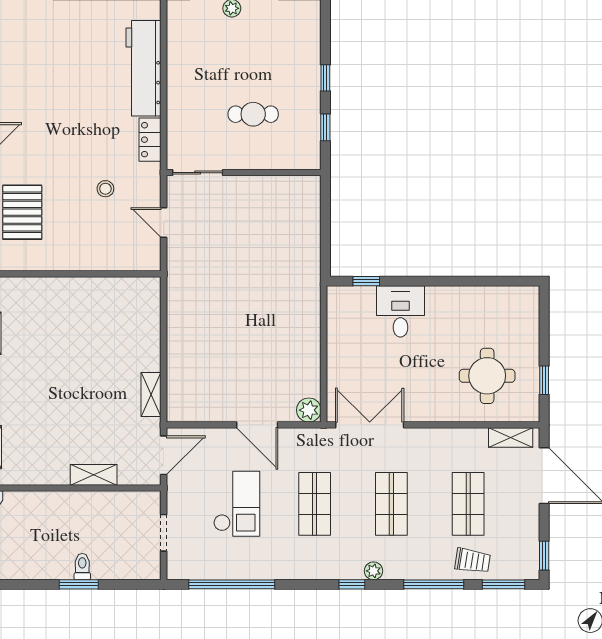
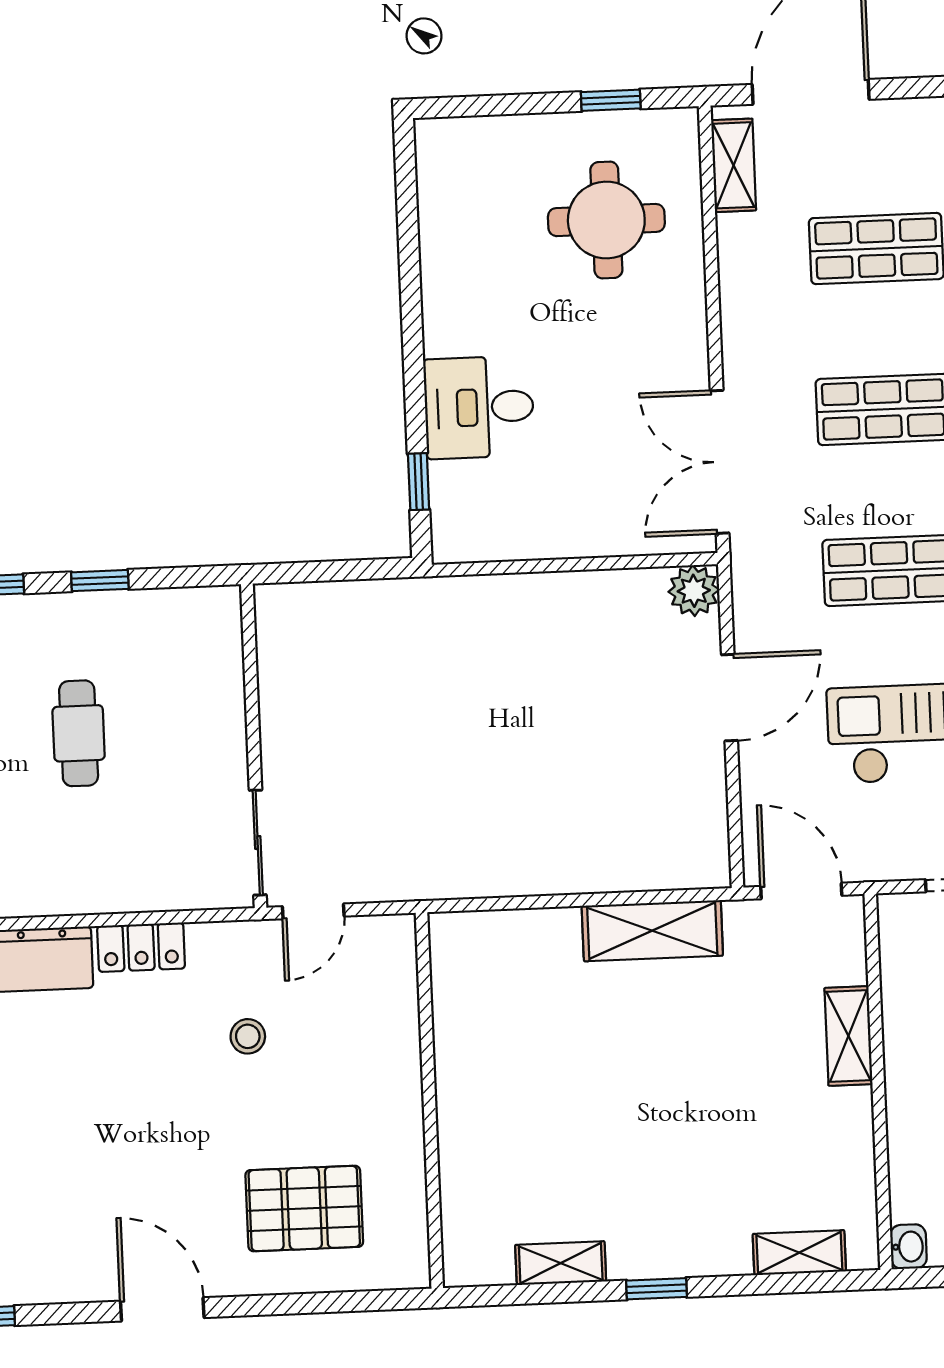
sliding door: (198, 173) -> (258, 843), moved
wall: (244, 173) -> (254, 746), moved
shelving: (151, 395) -> (652, 931), width x1.50, depth x1.33

